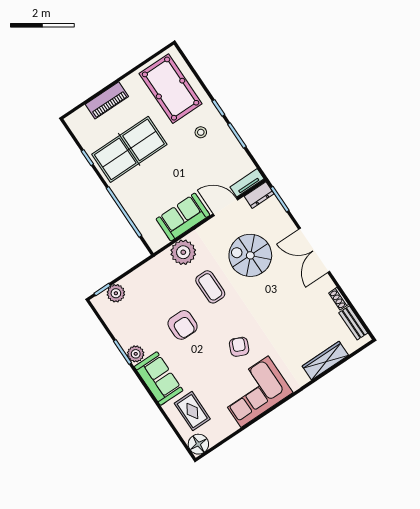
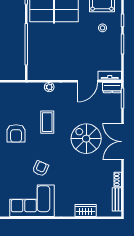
door: (225, 207) -> (88, 81), swing flipped
sofa: (183, 217) -> (59, 70), removed
plant: (183, 252) -> (49, 87), width x0.53, depth x0.53
spiral stairs: (250, 255) -> (86, 139), moved
wardrobe: (325, 361) -> (86, 210), width x0.67

